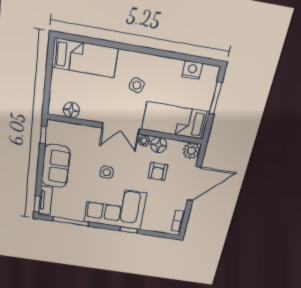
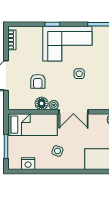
side table: (137, 85) -> (57, 151), moved
double door: (121, 128) -> (73, 112), swing flipped
plant: (191, 151) -> (15, 103), removed
armchair: (158, 171) -> (38, 81), turned 180

